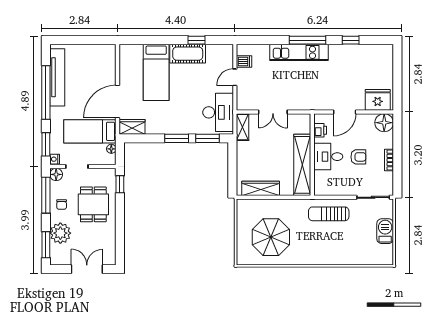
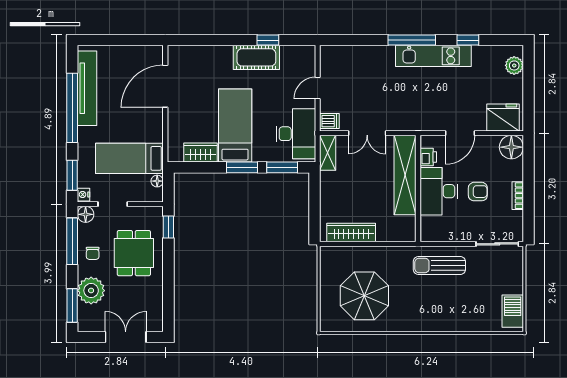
kitchen unit: (299, 52) -> (433, 56), moved
plant: (386, 60) -> (514, 65), added
dishwasher: (244, 61) -> (329, 121), moved
bed: (156, 72) -> (235, 126), moved, turned 180
door: (118, 102) -> (165, 86), moved
wardrobe: (132, 127) -> (200, 153), moved
desk: (328, 157) -> (439, 191), width x1.37
shelving: (302, 165) -> (405, 175), moved
barbecue: (385, 231) -> (513, 311), moved

